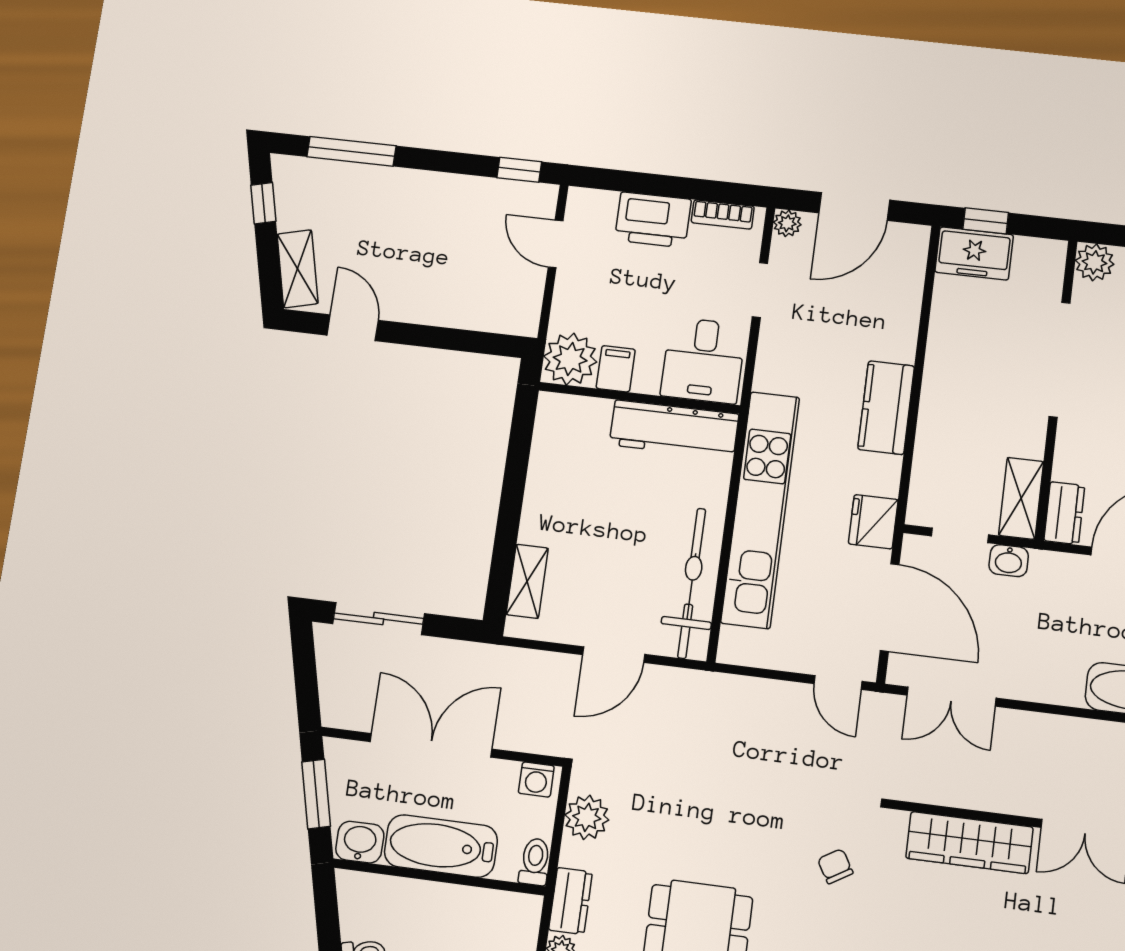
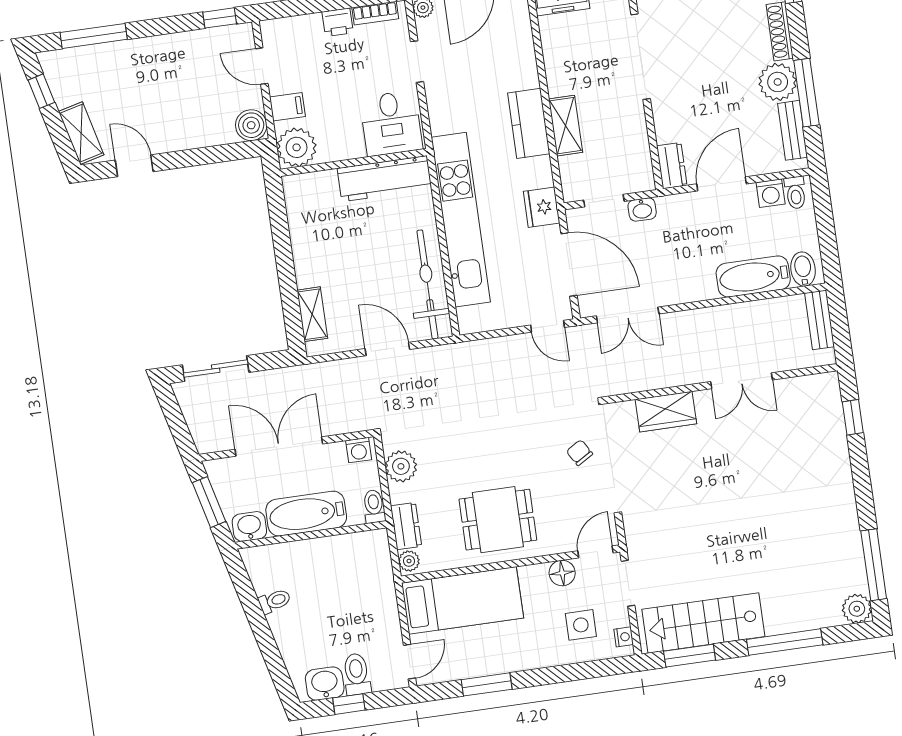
printer: (653, 220) -> (338, 22), width x0.53, depth x0.68
boiler: (520, 315) -> (251, 125), added
filing cabinet: (616, 369) -> (287, 107), moved, turned 90
shelving: (1021, 498) -> (566, 126), moved
door: (614, 655) -> (387, 349), swing flipped
wardrobe: (969, 843) -> (666, 412), width x0.67

